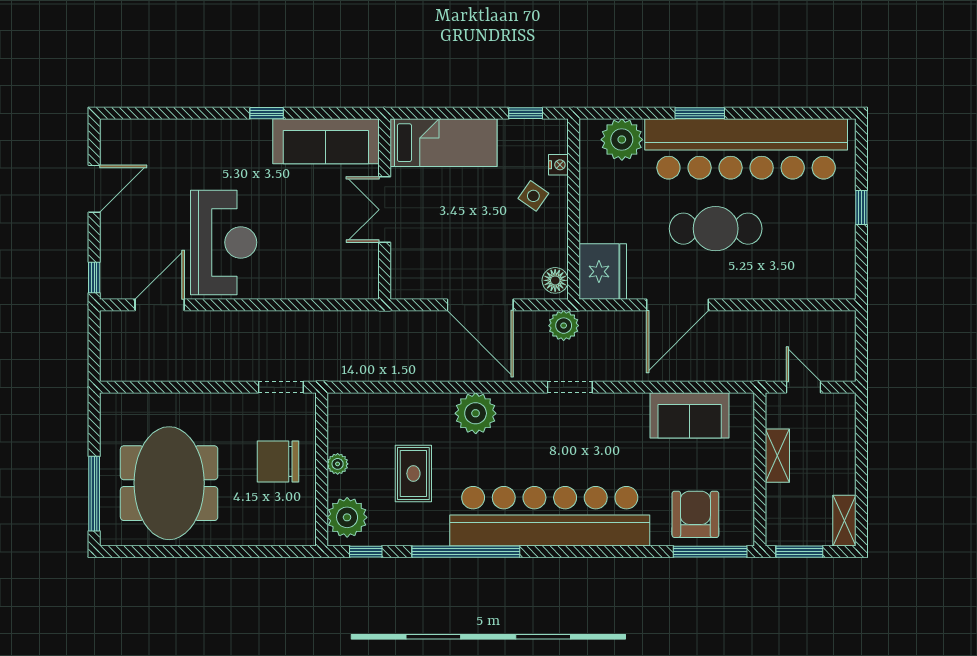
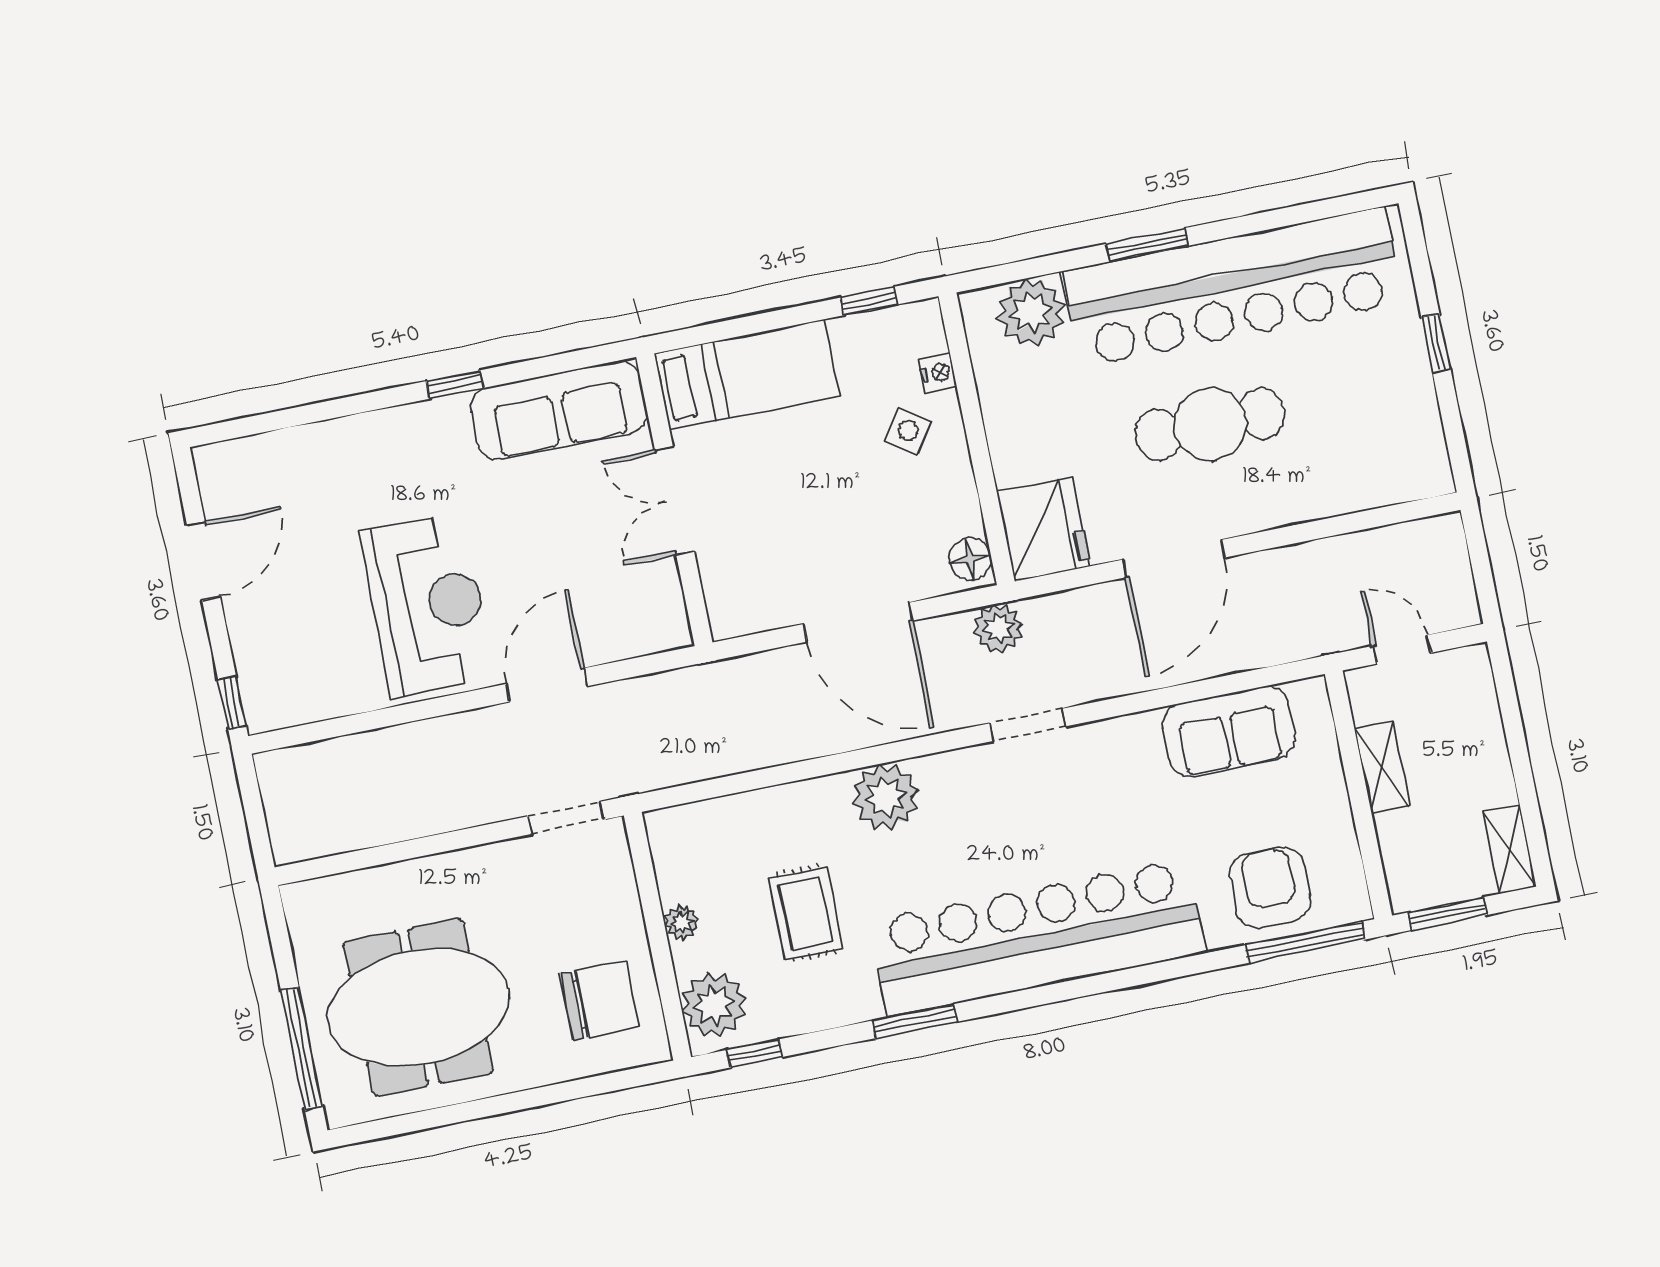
door: (160, 305) -> (547, 685), moved
chair: (278, 461) -> (599, 1001), moved, turned 180
meeting table: (169, 483) -> (418, 1007), turned 90
window: (466, 552) -> (915, 1021), width x0.47

